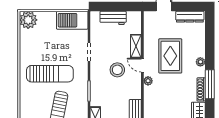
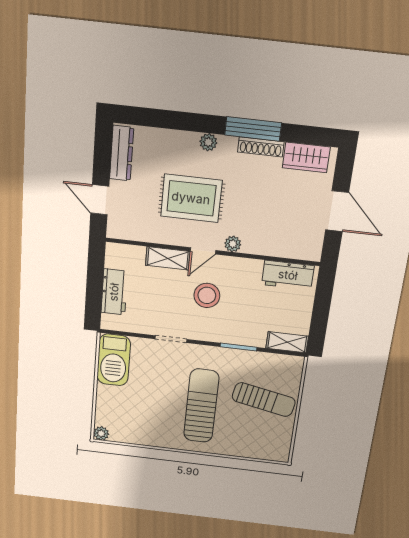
plant: (28, 20) -> (101, 433), width x0.53, depth x0.53

